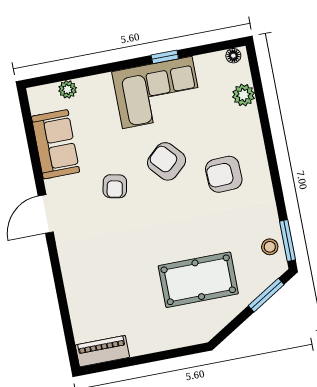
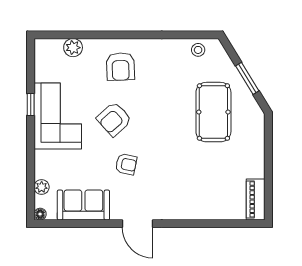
floor lamp: (233, 56) -> (40, 214), moved
armchair: (224, 174) -> (120, 67), moved
window: (288, 241) -> (196, 35), removed
window: (266, 295) -> (247, 78), moved

